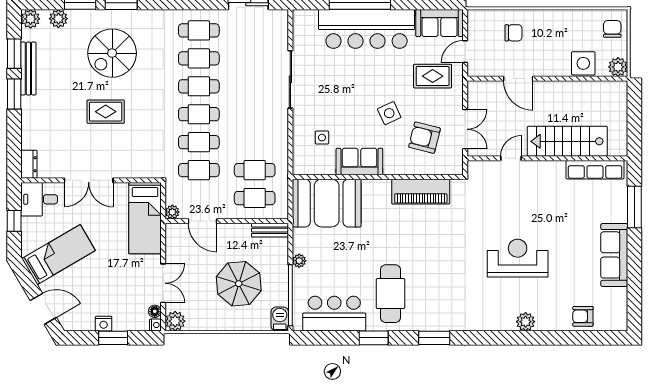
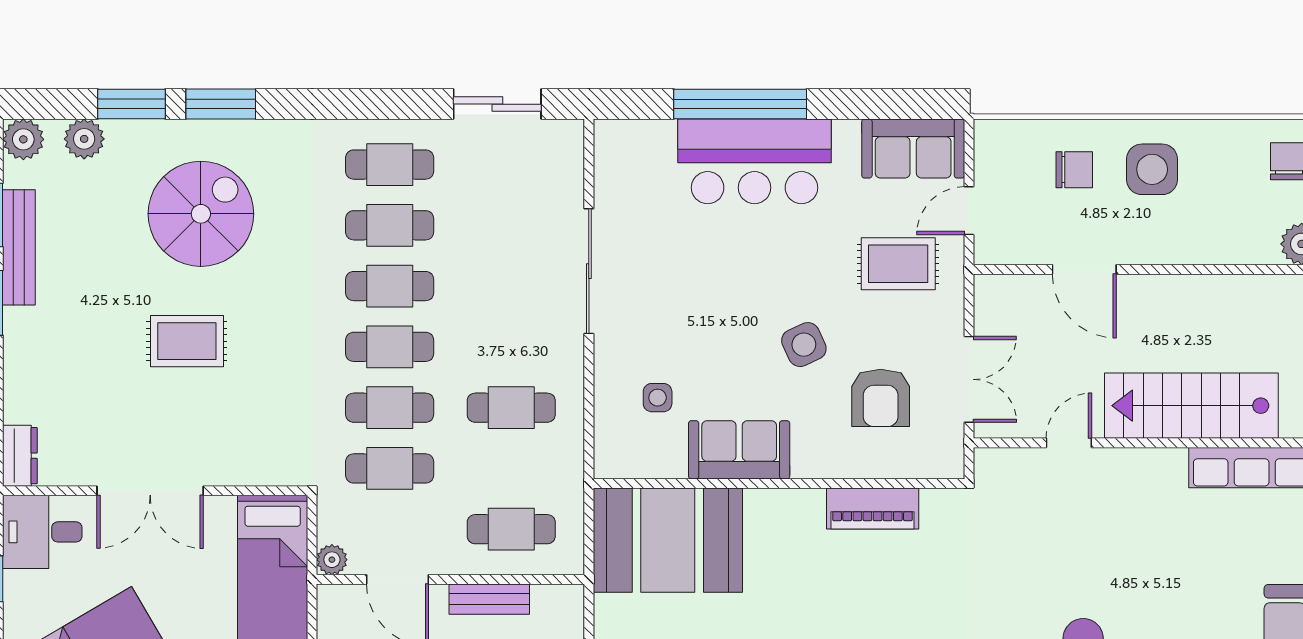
bar counter: (367, 29) -> (755, 161), width x0.73
spiral stairs: (112, 53) -> (201, 214), turned 180
side table: (583, 63) -> (1152, 169), moved
armchair: (425, 138) -> (881, 398), turned -104
cafe table: (255, 170) -> (511, 408), moved
piano: (421, 192) -> (873, 508), width x0.73, depth x0.75
bench: (270, 230) -> (489, 599), moved

